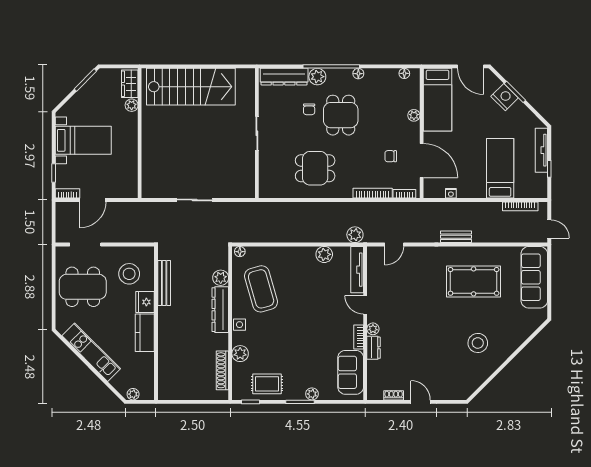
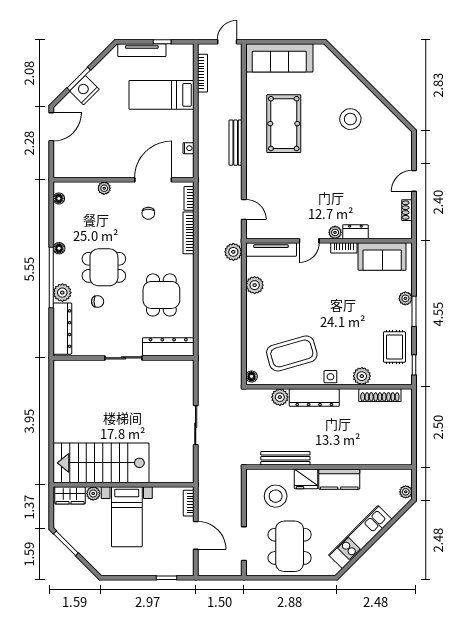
stairs: (191, 87) -> (101, 463), moved, turned -90
bed: (438, 100) -> (87, 163), removed
bed with nightstands: (83, 140) -> (127, 517), moved, turned 180
dresser: (267, 175) -> (168, 347), added
bookcase: (67, 193) -> (189, 503), moved
bench: (456, 237) -> (236, 143), width x1.36

